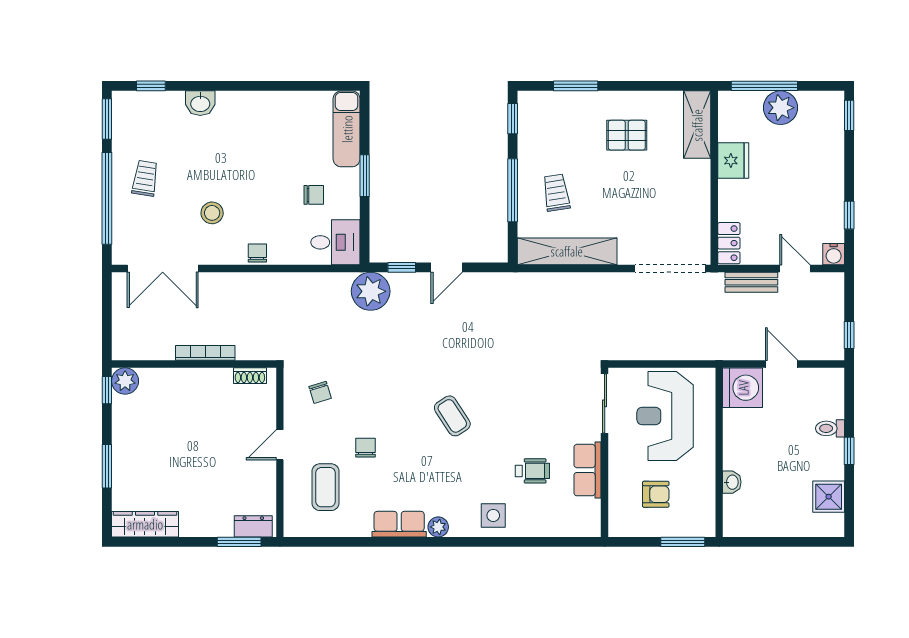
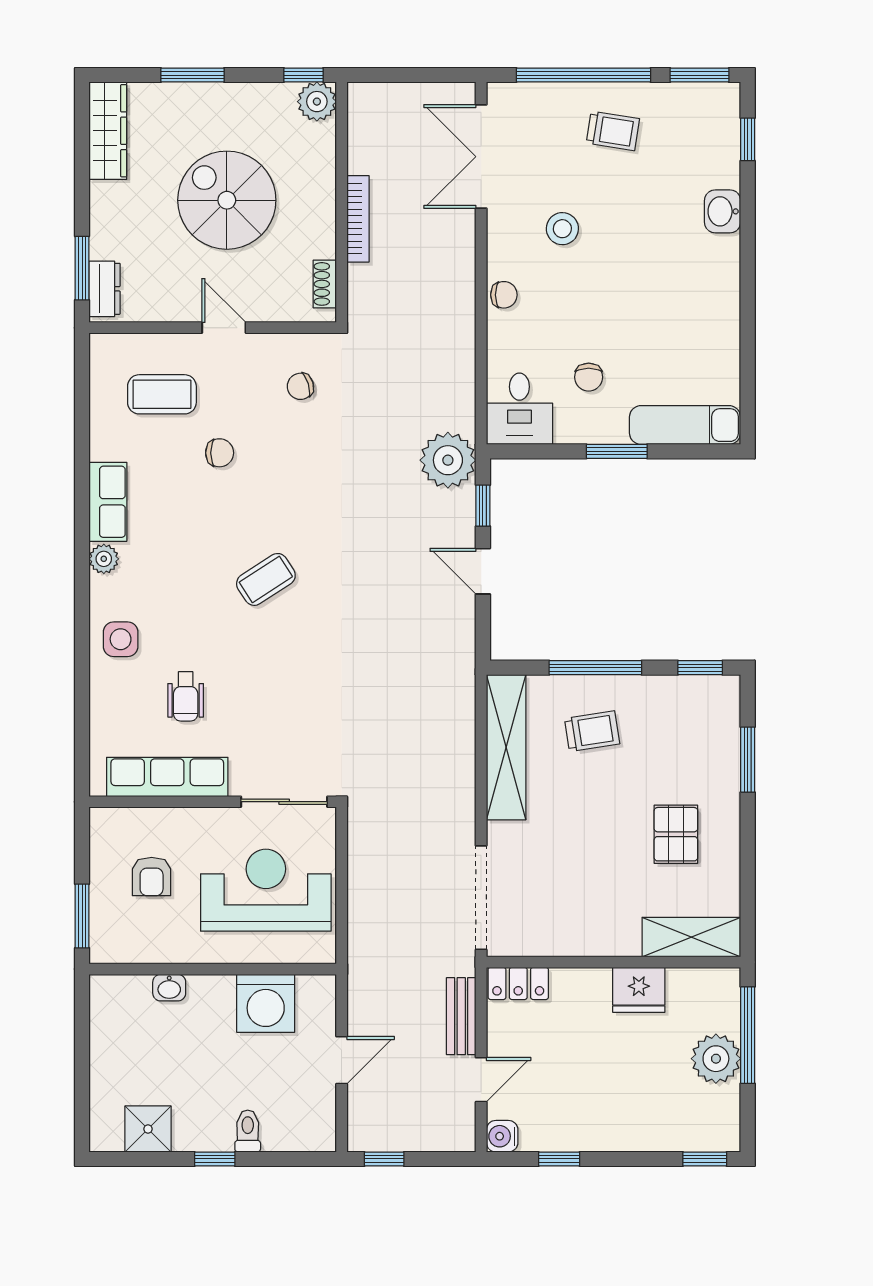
washing machine: (743, 388) -> (266, 1003), moved
spiral stairs: (193, 443) -> (227, 200), added
row of seats: (588, 470) -> (167, 777), width x1.48

